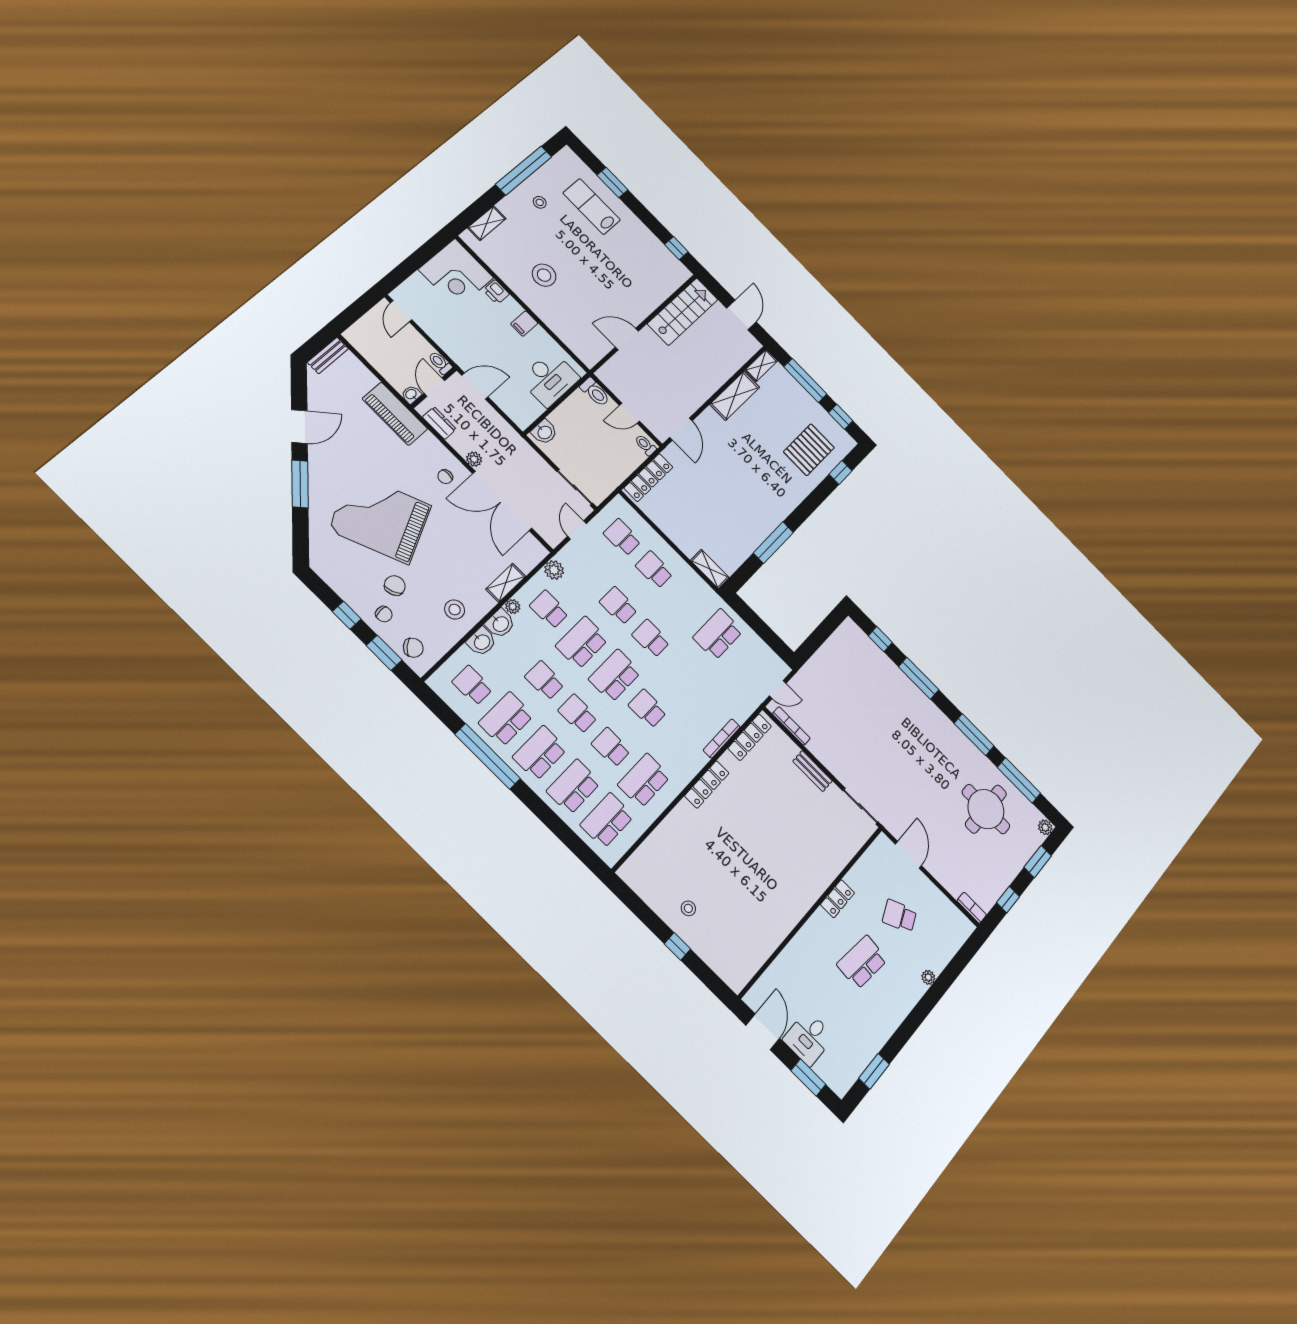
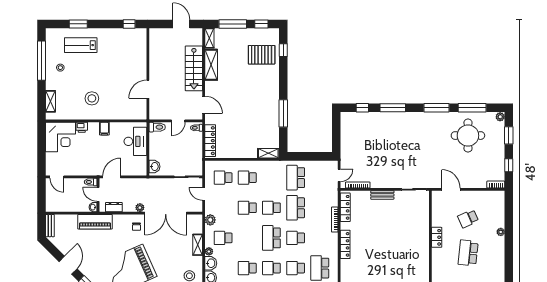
stairs: (683, 312) -> (194, 68), moved, turned 180
pallet: (809, 450) -> (262, 55), turned 90
school desk: (582, 643) -> (296, 208), moved

